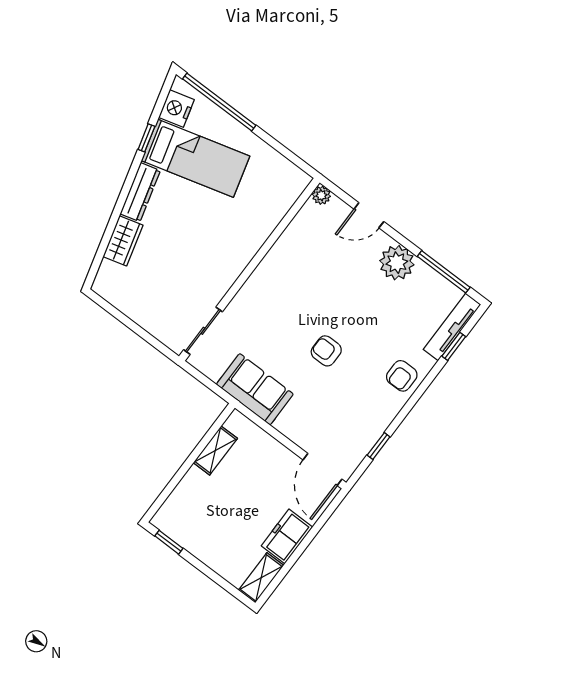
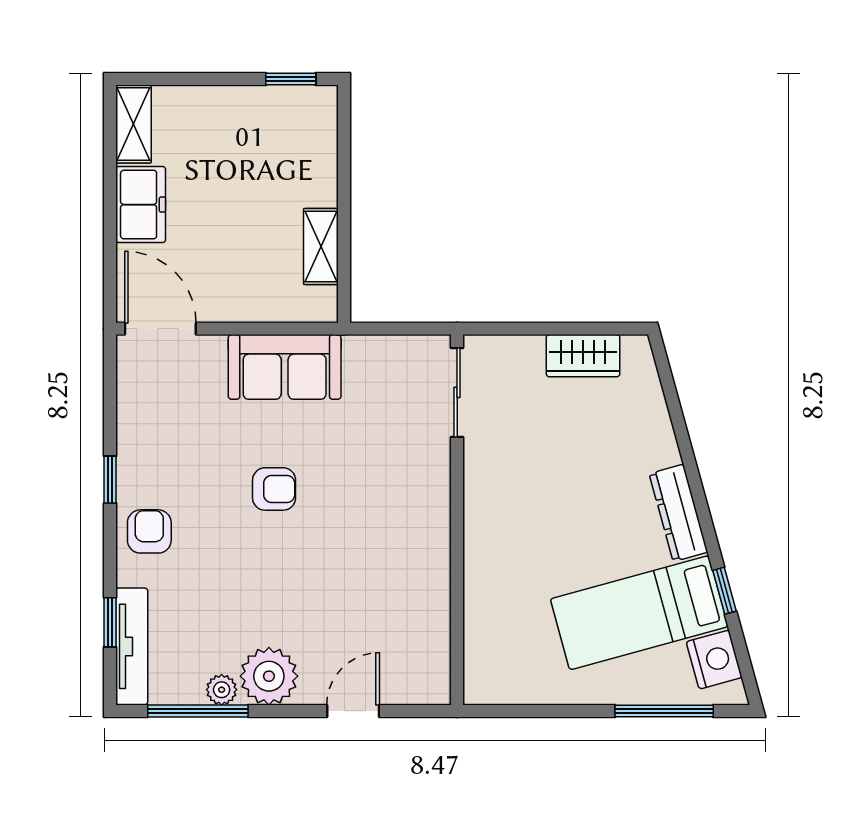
window: (219, 102) -> (664, 711), width x0.68
plant: (321, 195) -> (222, 690), moved
wardrobe: (123, 241) -> (583, 356), moved, turned -75
sofa: (255, 389) -> (285, 367), moved
window: (379, 446) -> (110, 480), moved

